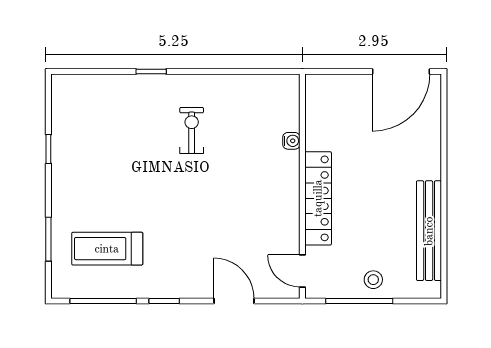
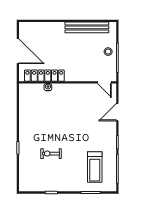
door: (401, 72) -> (18, 51), moved
exercise bike: (192, 131) -> (51, 154), moved
locker: (318, 198) -> (44, 76), moved
door: (302, 271) -> (104, 82), hinge flipped

